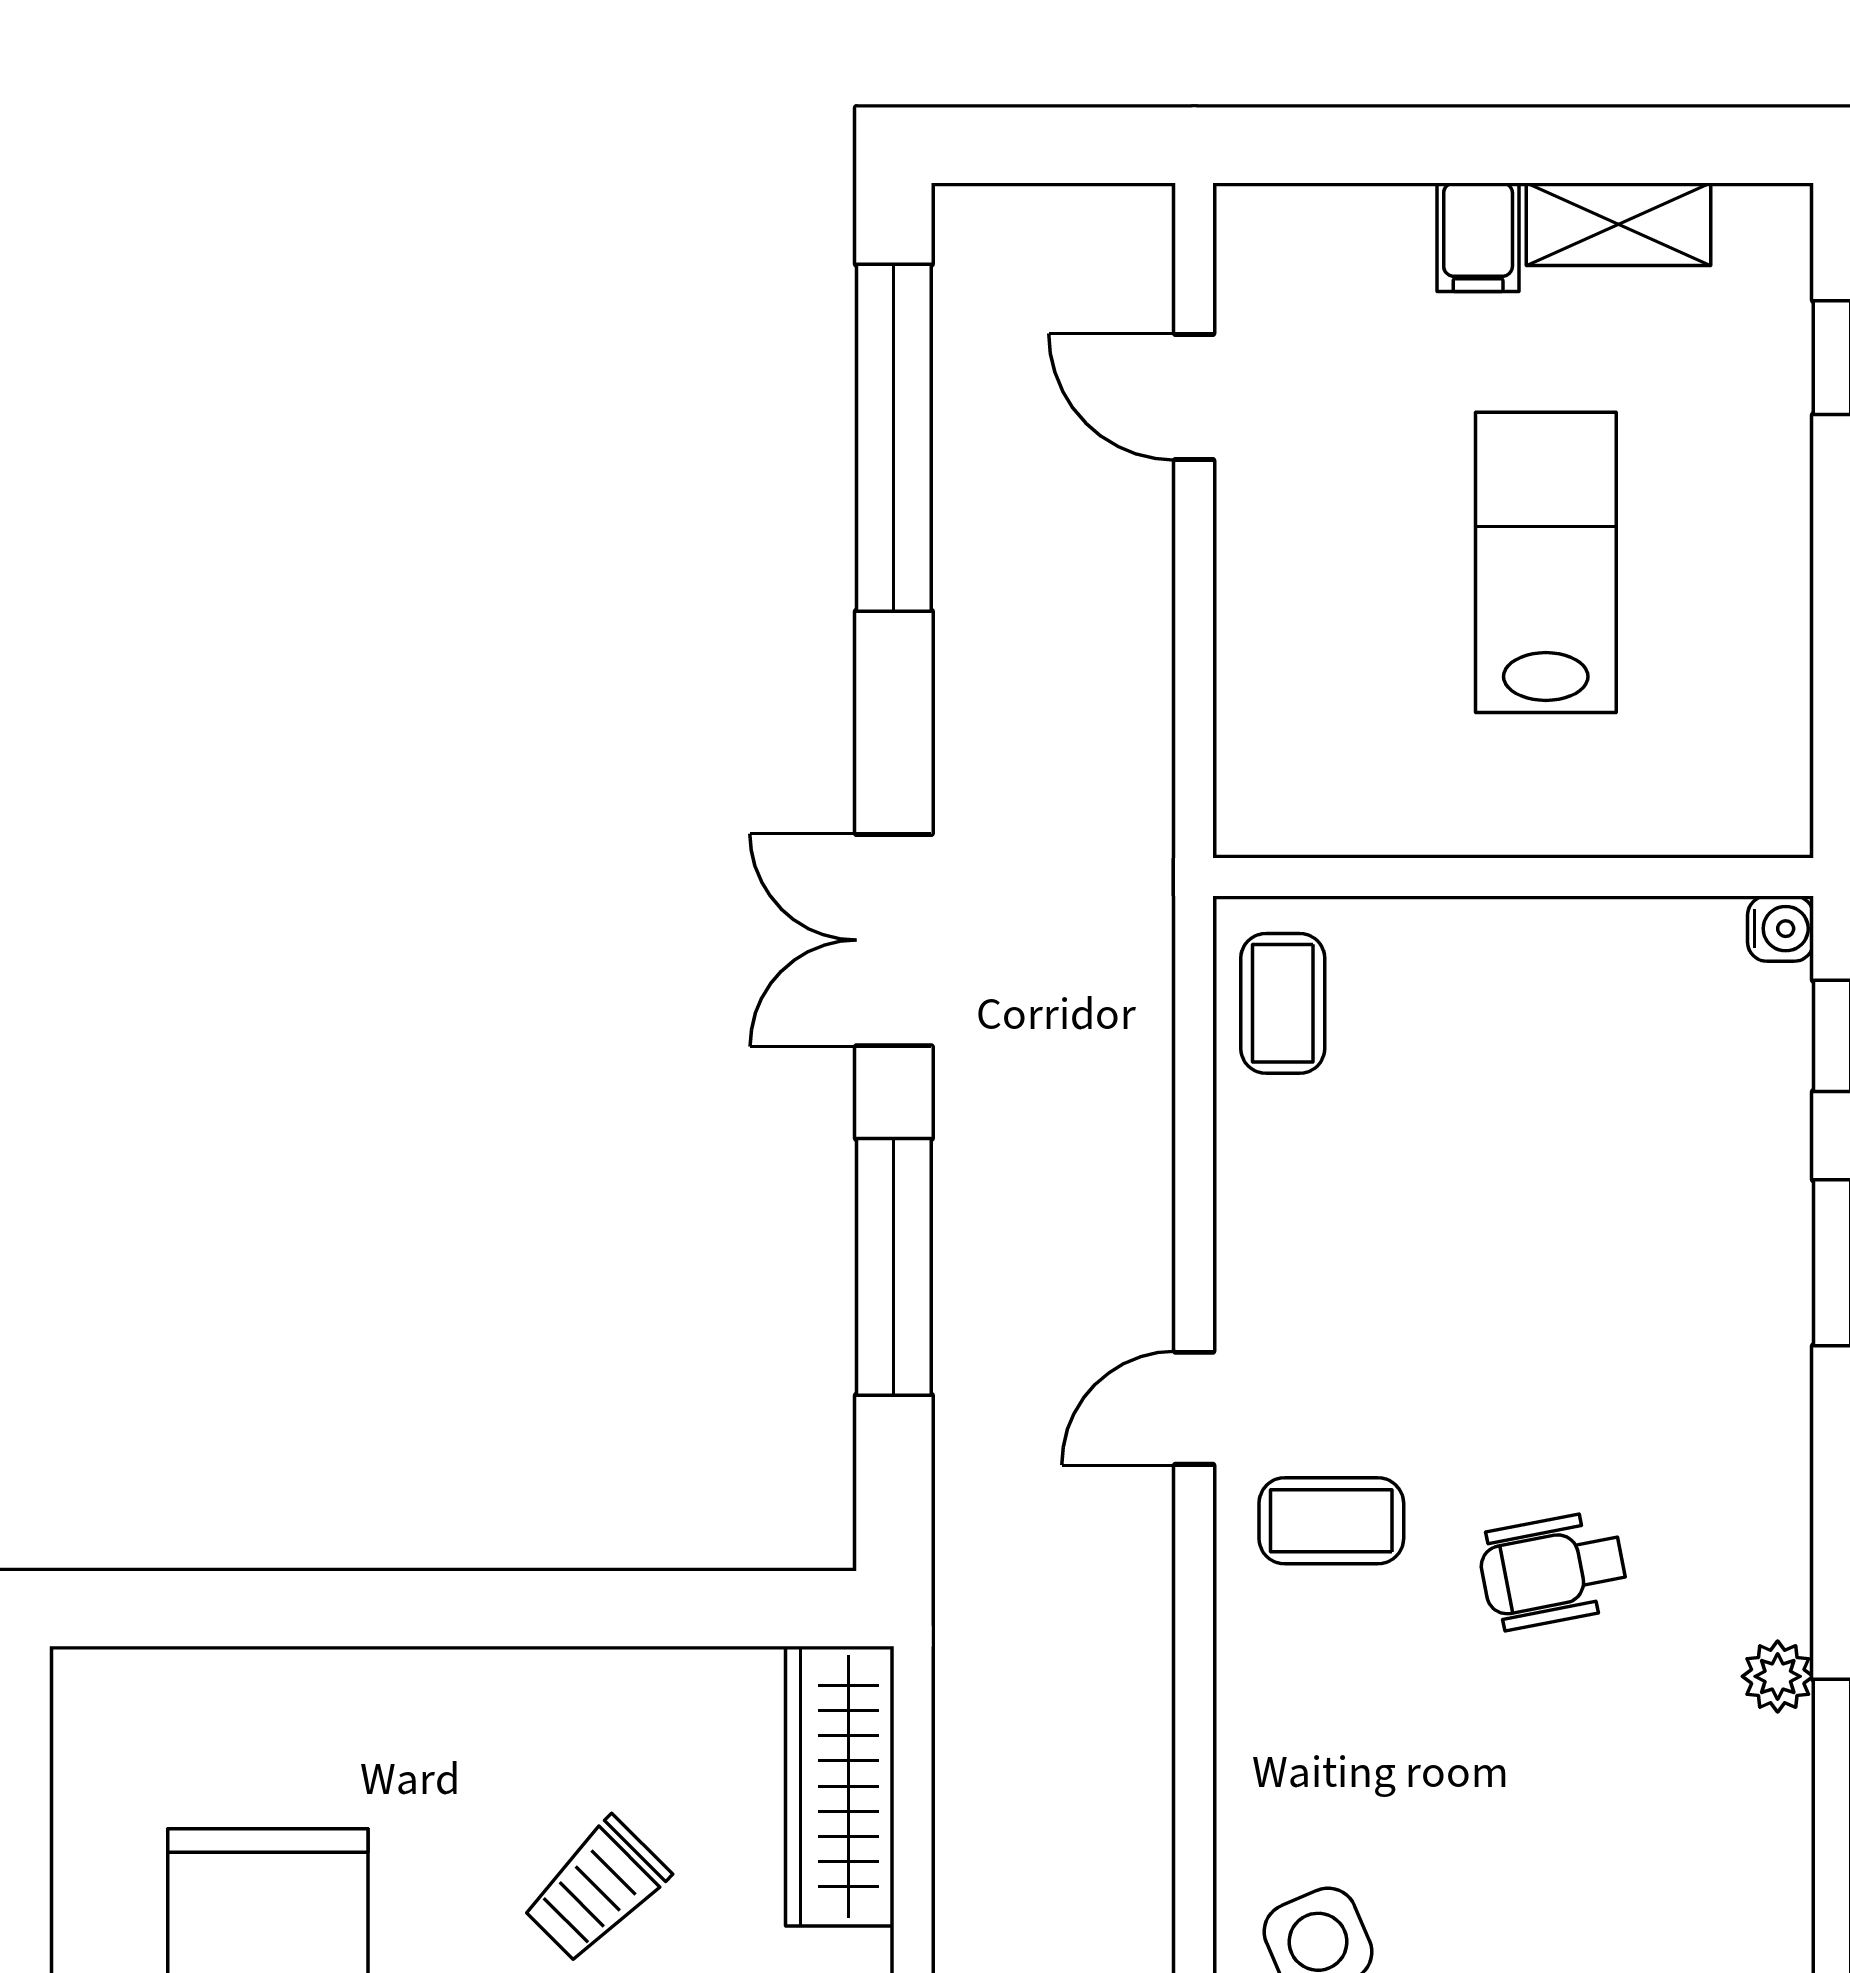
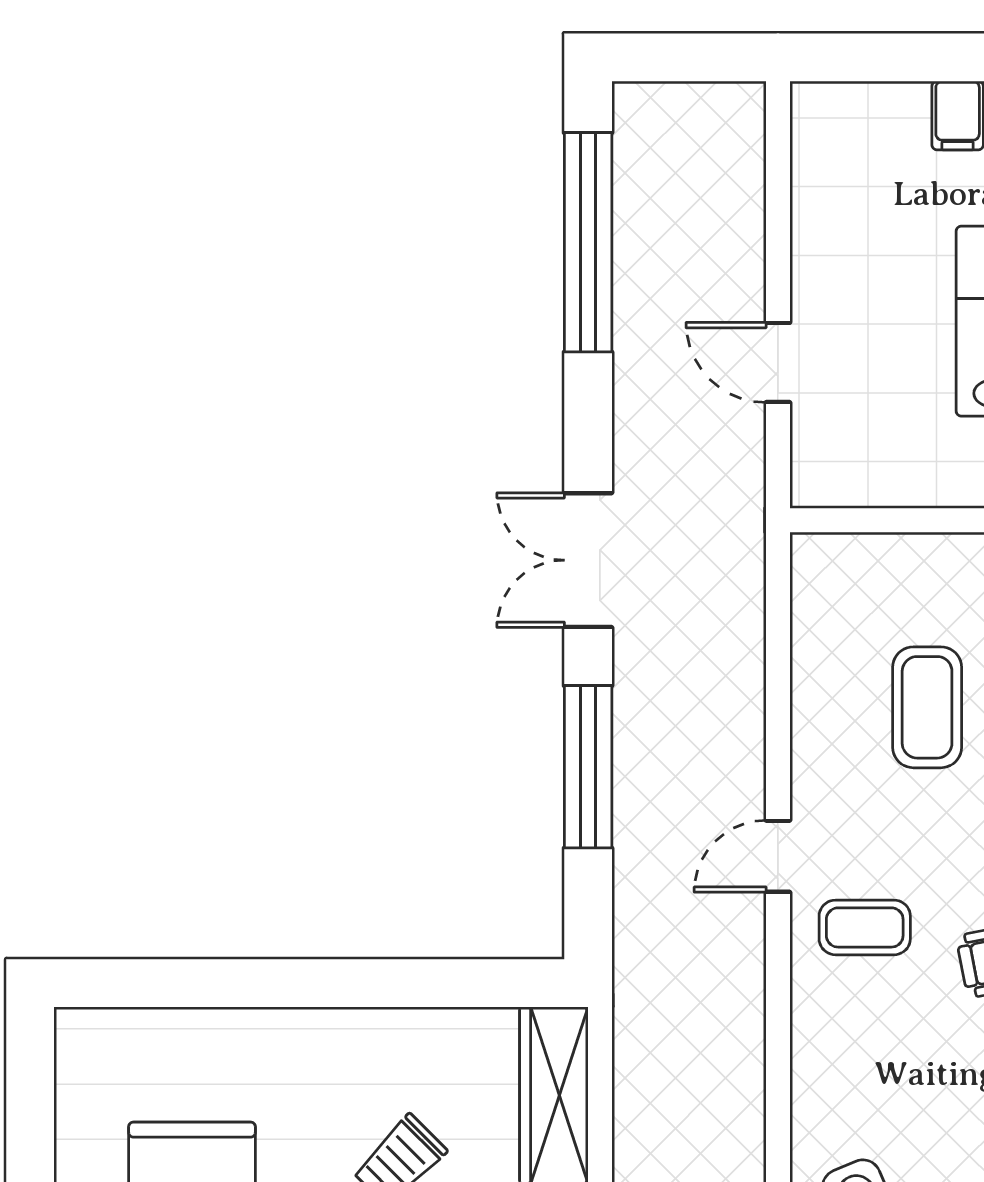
door: (1194, 397) -> (778, 362), moved
coffee table: (1283, 1003) -> (927, 707), moved, width x1.36, depth x1.30

